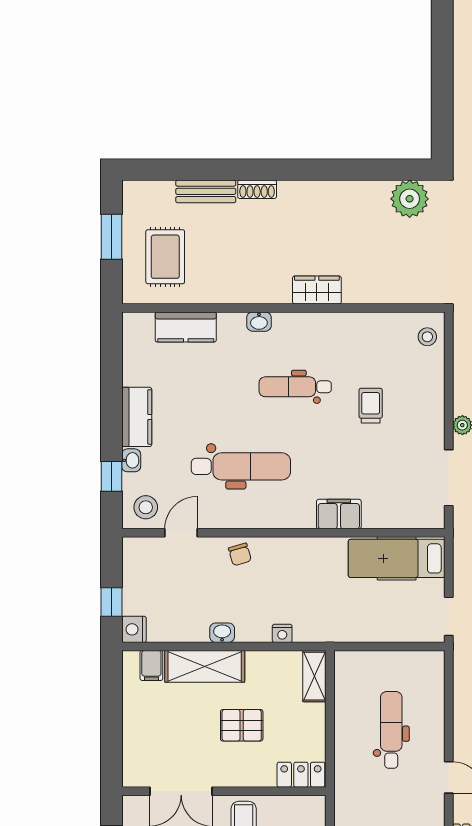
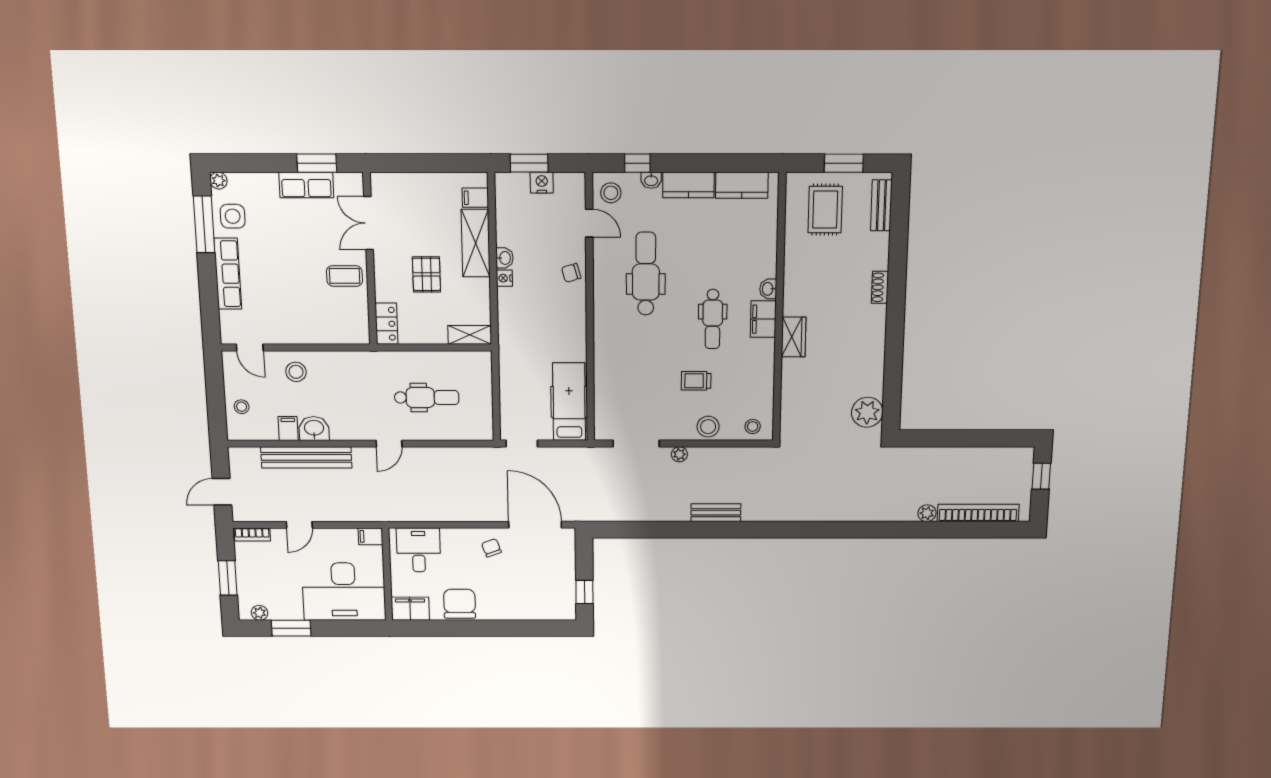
bench: (206, 191) -> (881, 205), moved
rug: (165, 257) -> (825, 210), turned 90
kitchen counter: (186, 327) -> (742, 185), moved, turned -90
dental chair: (295, 387) -> (713, 319), turned 180
stool: (428, 391) -> (708, 427), added
trolley: (371, 406) -> (696, 381), turned 180
dental chair: (241, 466) -> (646, 274), turned 180
filing cabinet: (339, 514) -> (763, 319), moved, turned 180
window: (111, 602) -> (529, 163), width x1.50
nightstand: (134, 629) -> (542, 183), moved
nightstand: (282, 633) -> (504, 278), moved

